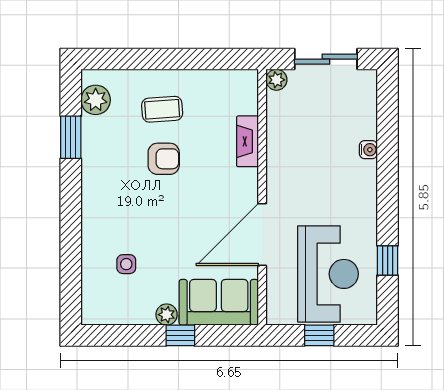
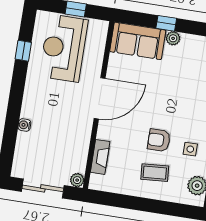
fireplace: (248, 141) -> (100, 157), moved
door: (262, 234) -> (100, 98), moved
side table: (126, 264) -> (190, 149), moved

